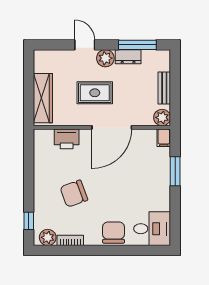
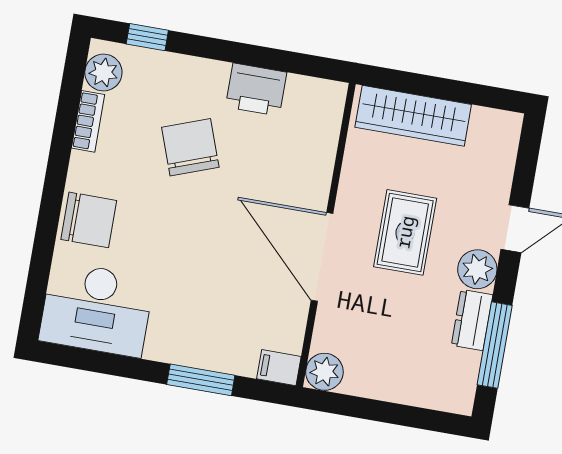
bench: (164, 88) -> (389, 388), removed
printer: (67, 139) -> (256, 90), moved, turned -90
desk: (152, 229) -> (96, 309), width x1.37

